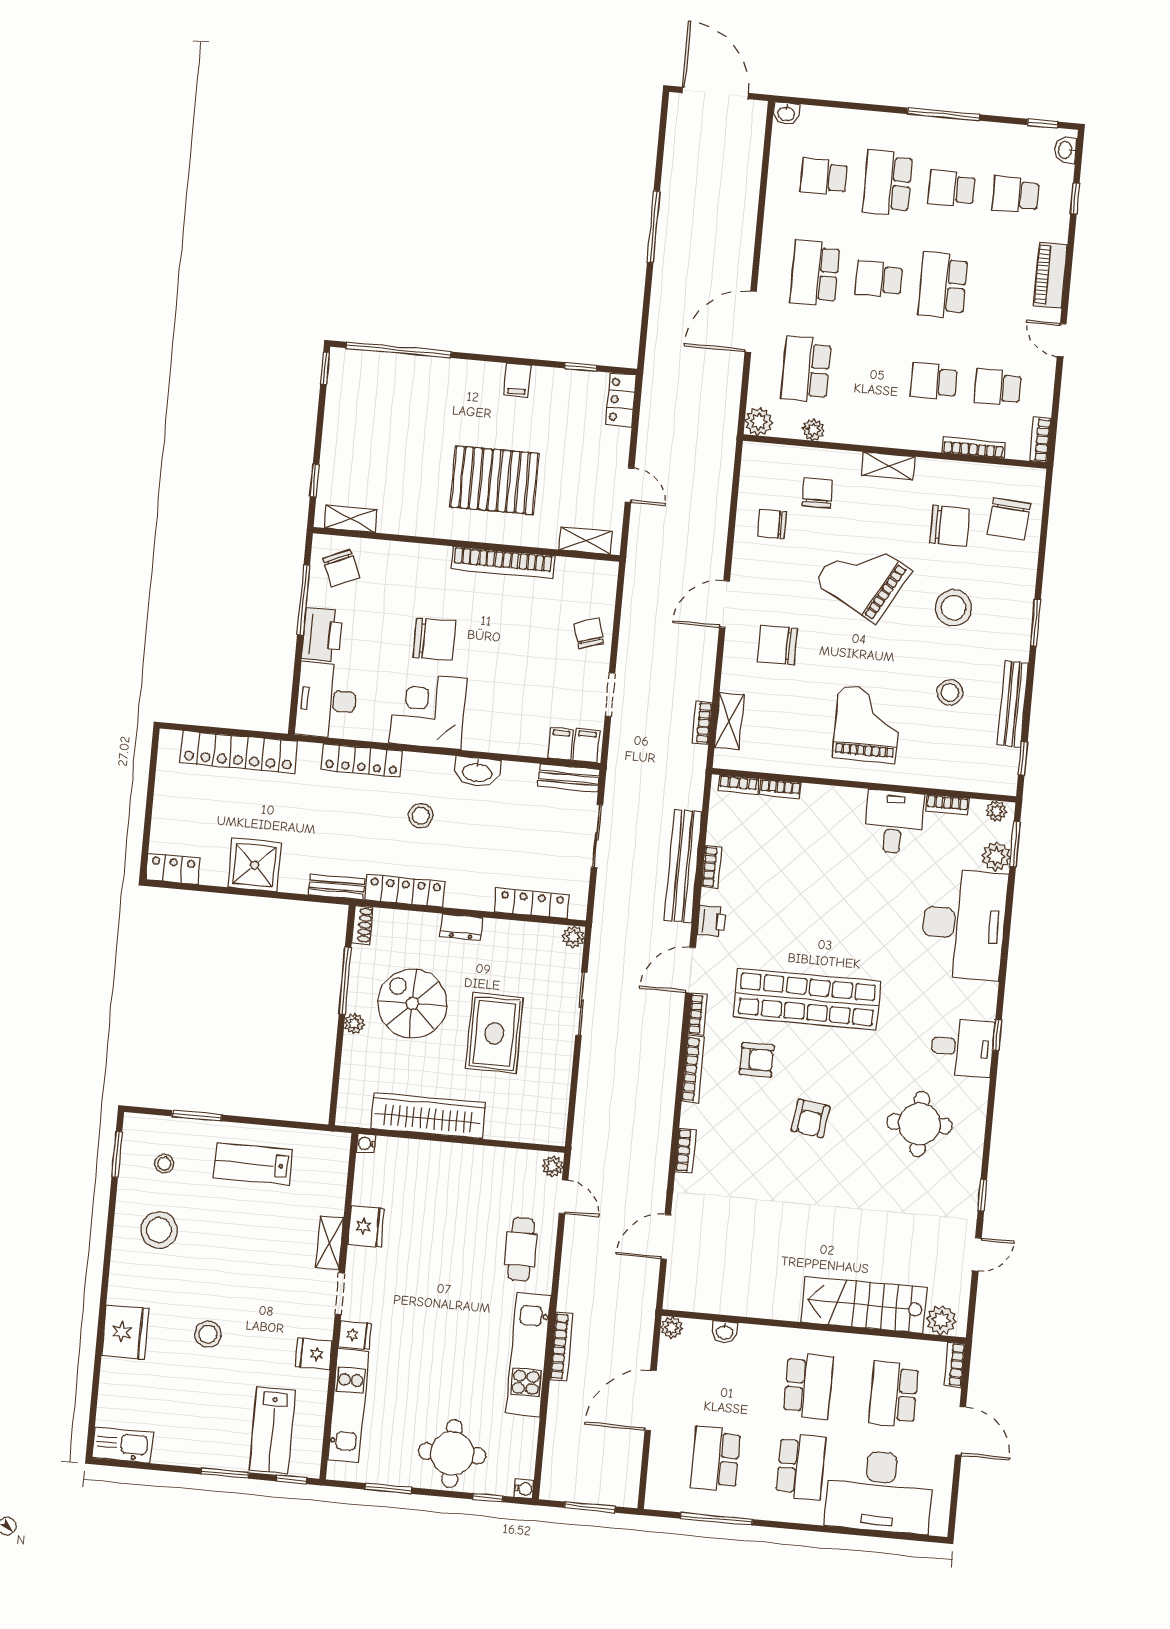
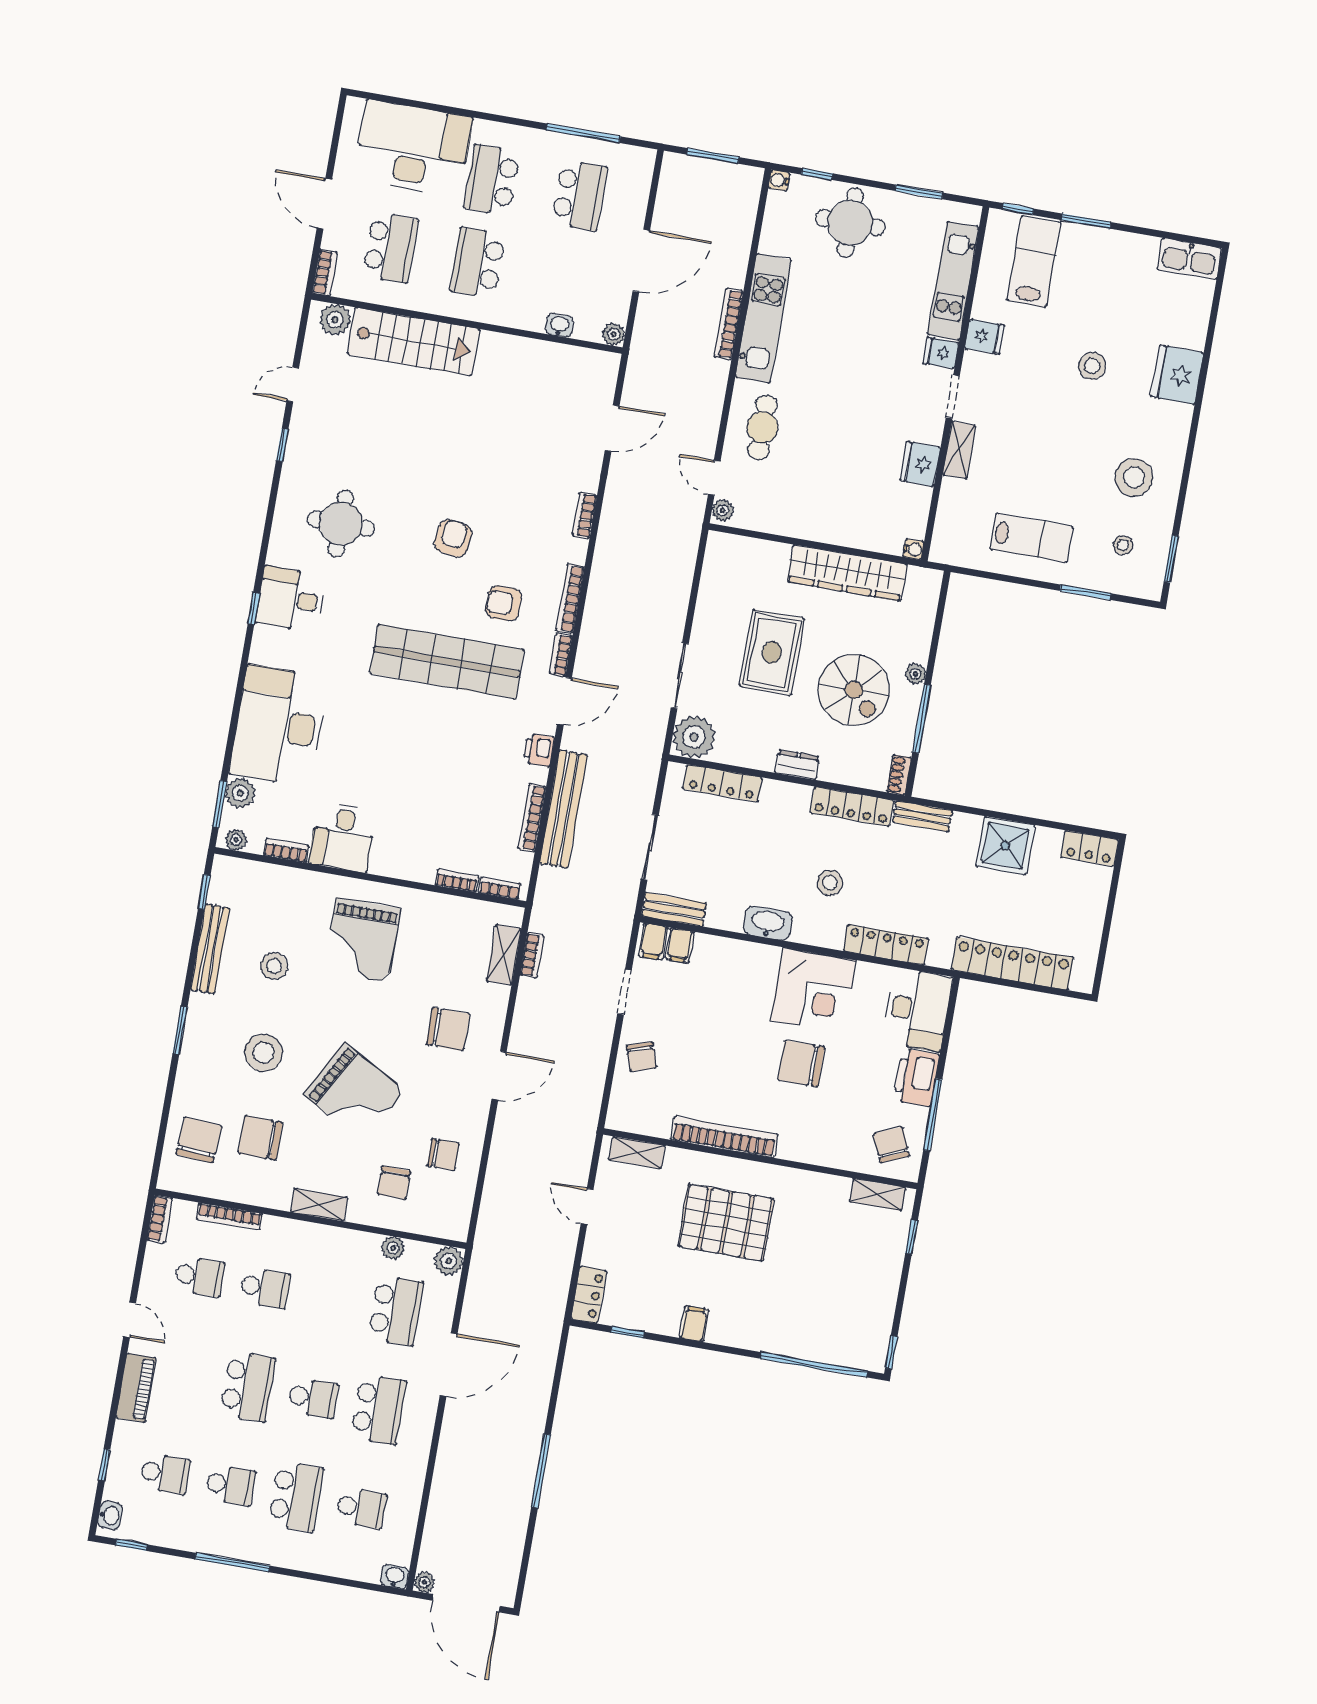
plant: (757, 110) -> (424, 1582), added
bookcase: (712, 867) -> (532, 818), width x1.56
plant: (573, 937) -> (694, 737), width x1.88, depth x1.88

